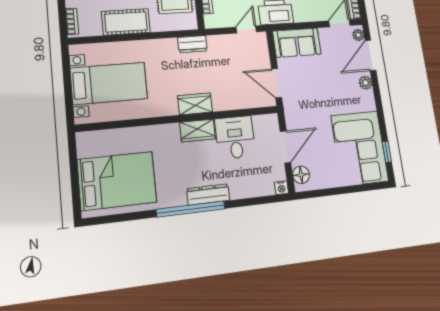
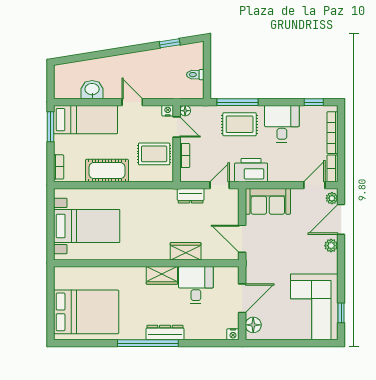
dresser: (192, 44) -> (191, 196), moved
wardrobe: (195, 104) -> (186, 251), moved

